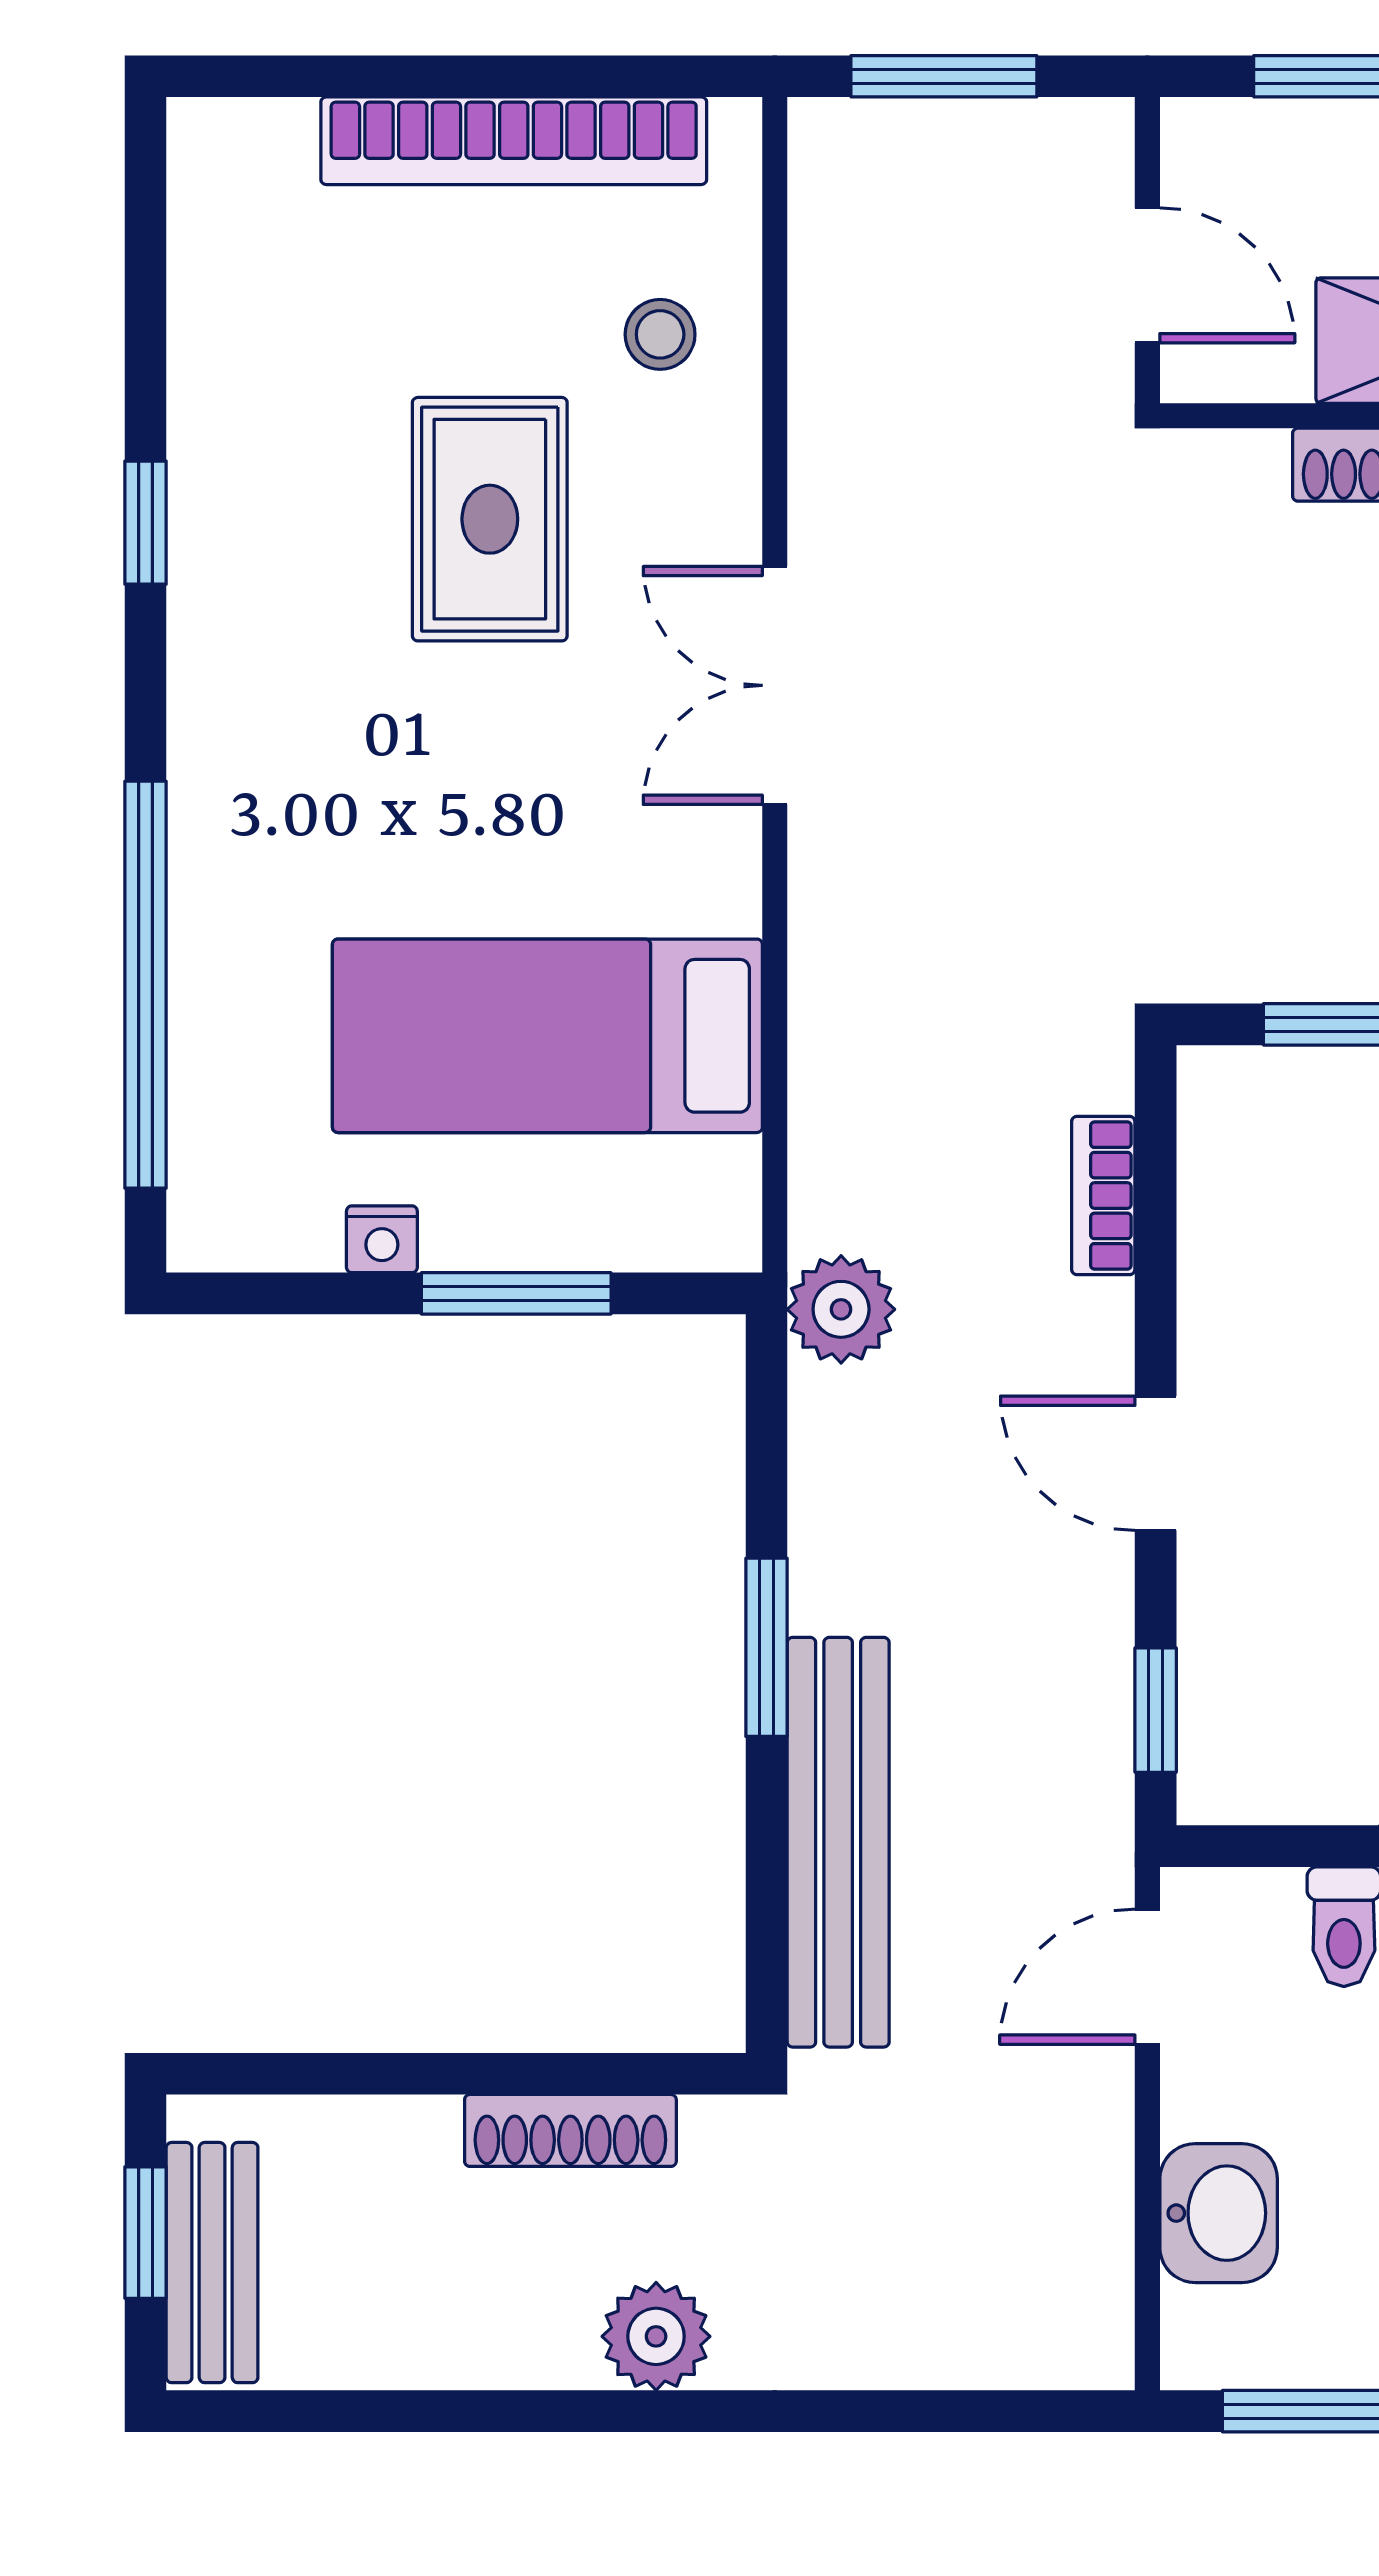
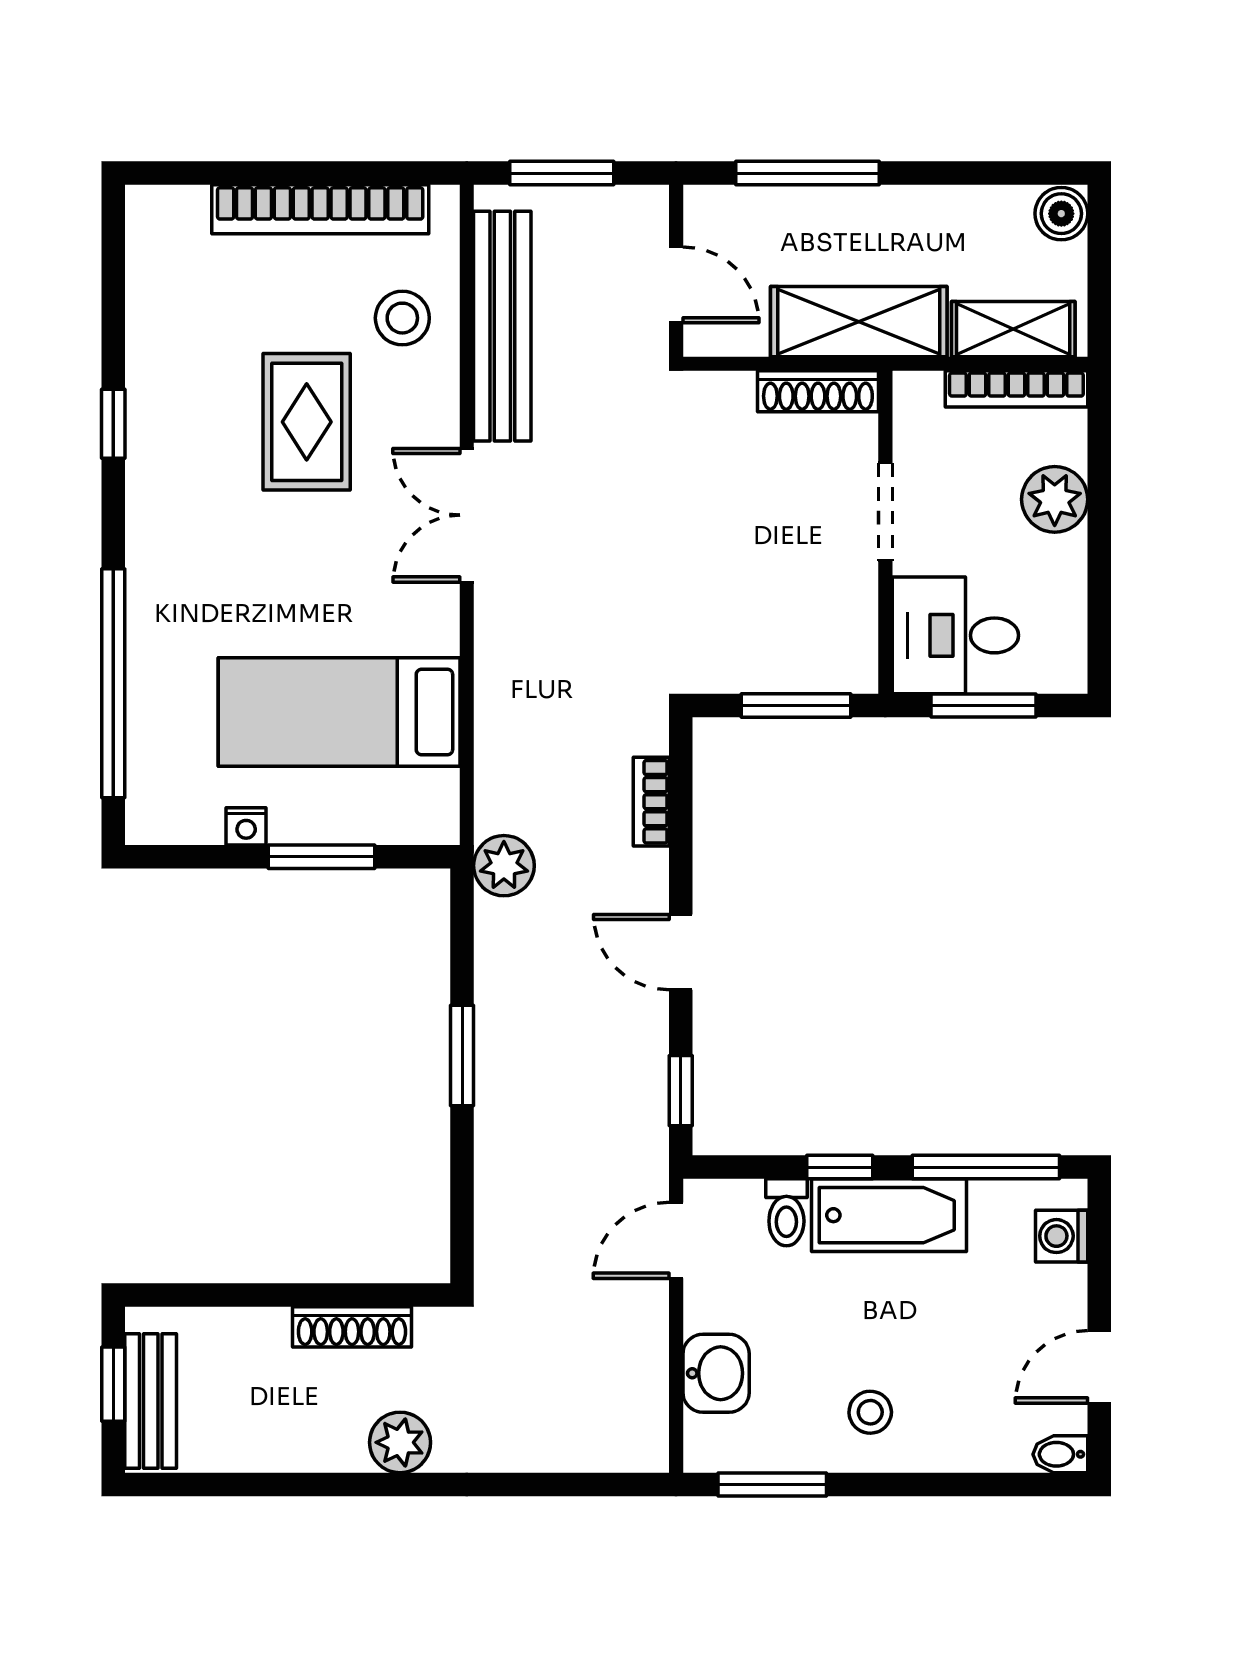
stool: (660, 334) -> (402, 318), width x1.37, depth x1.37
bench: (838, 1842) -> (502, 326), moved

